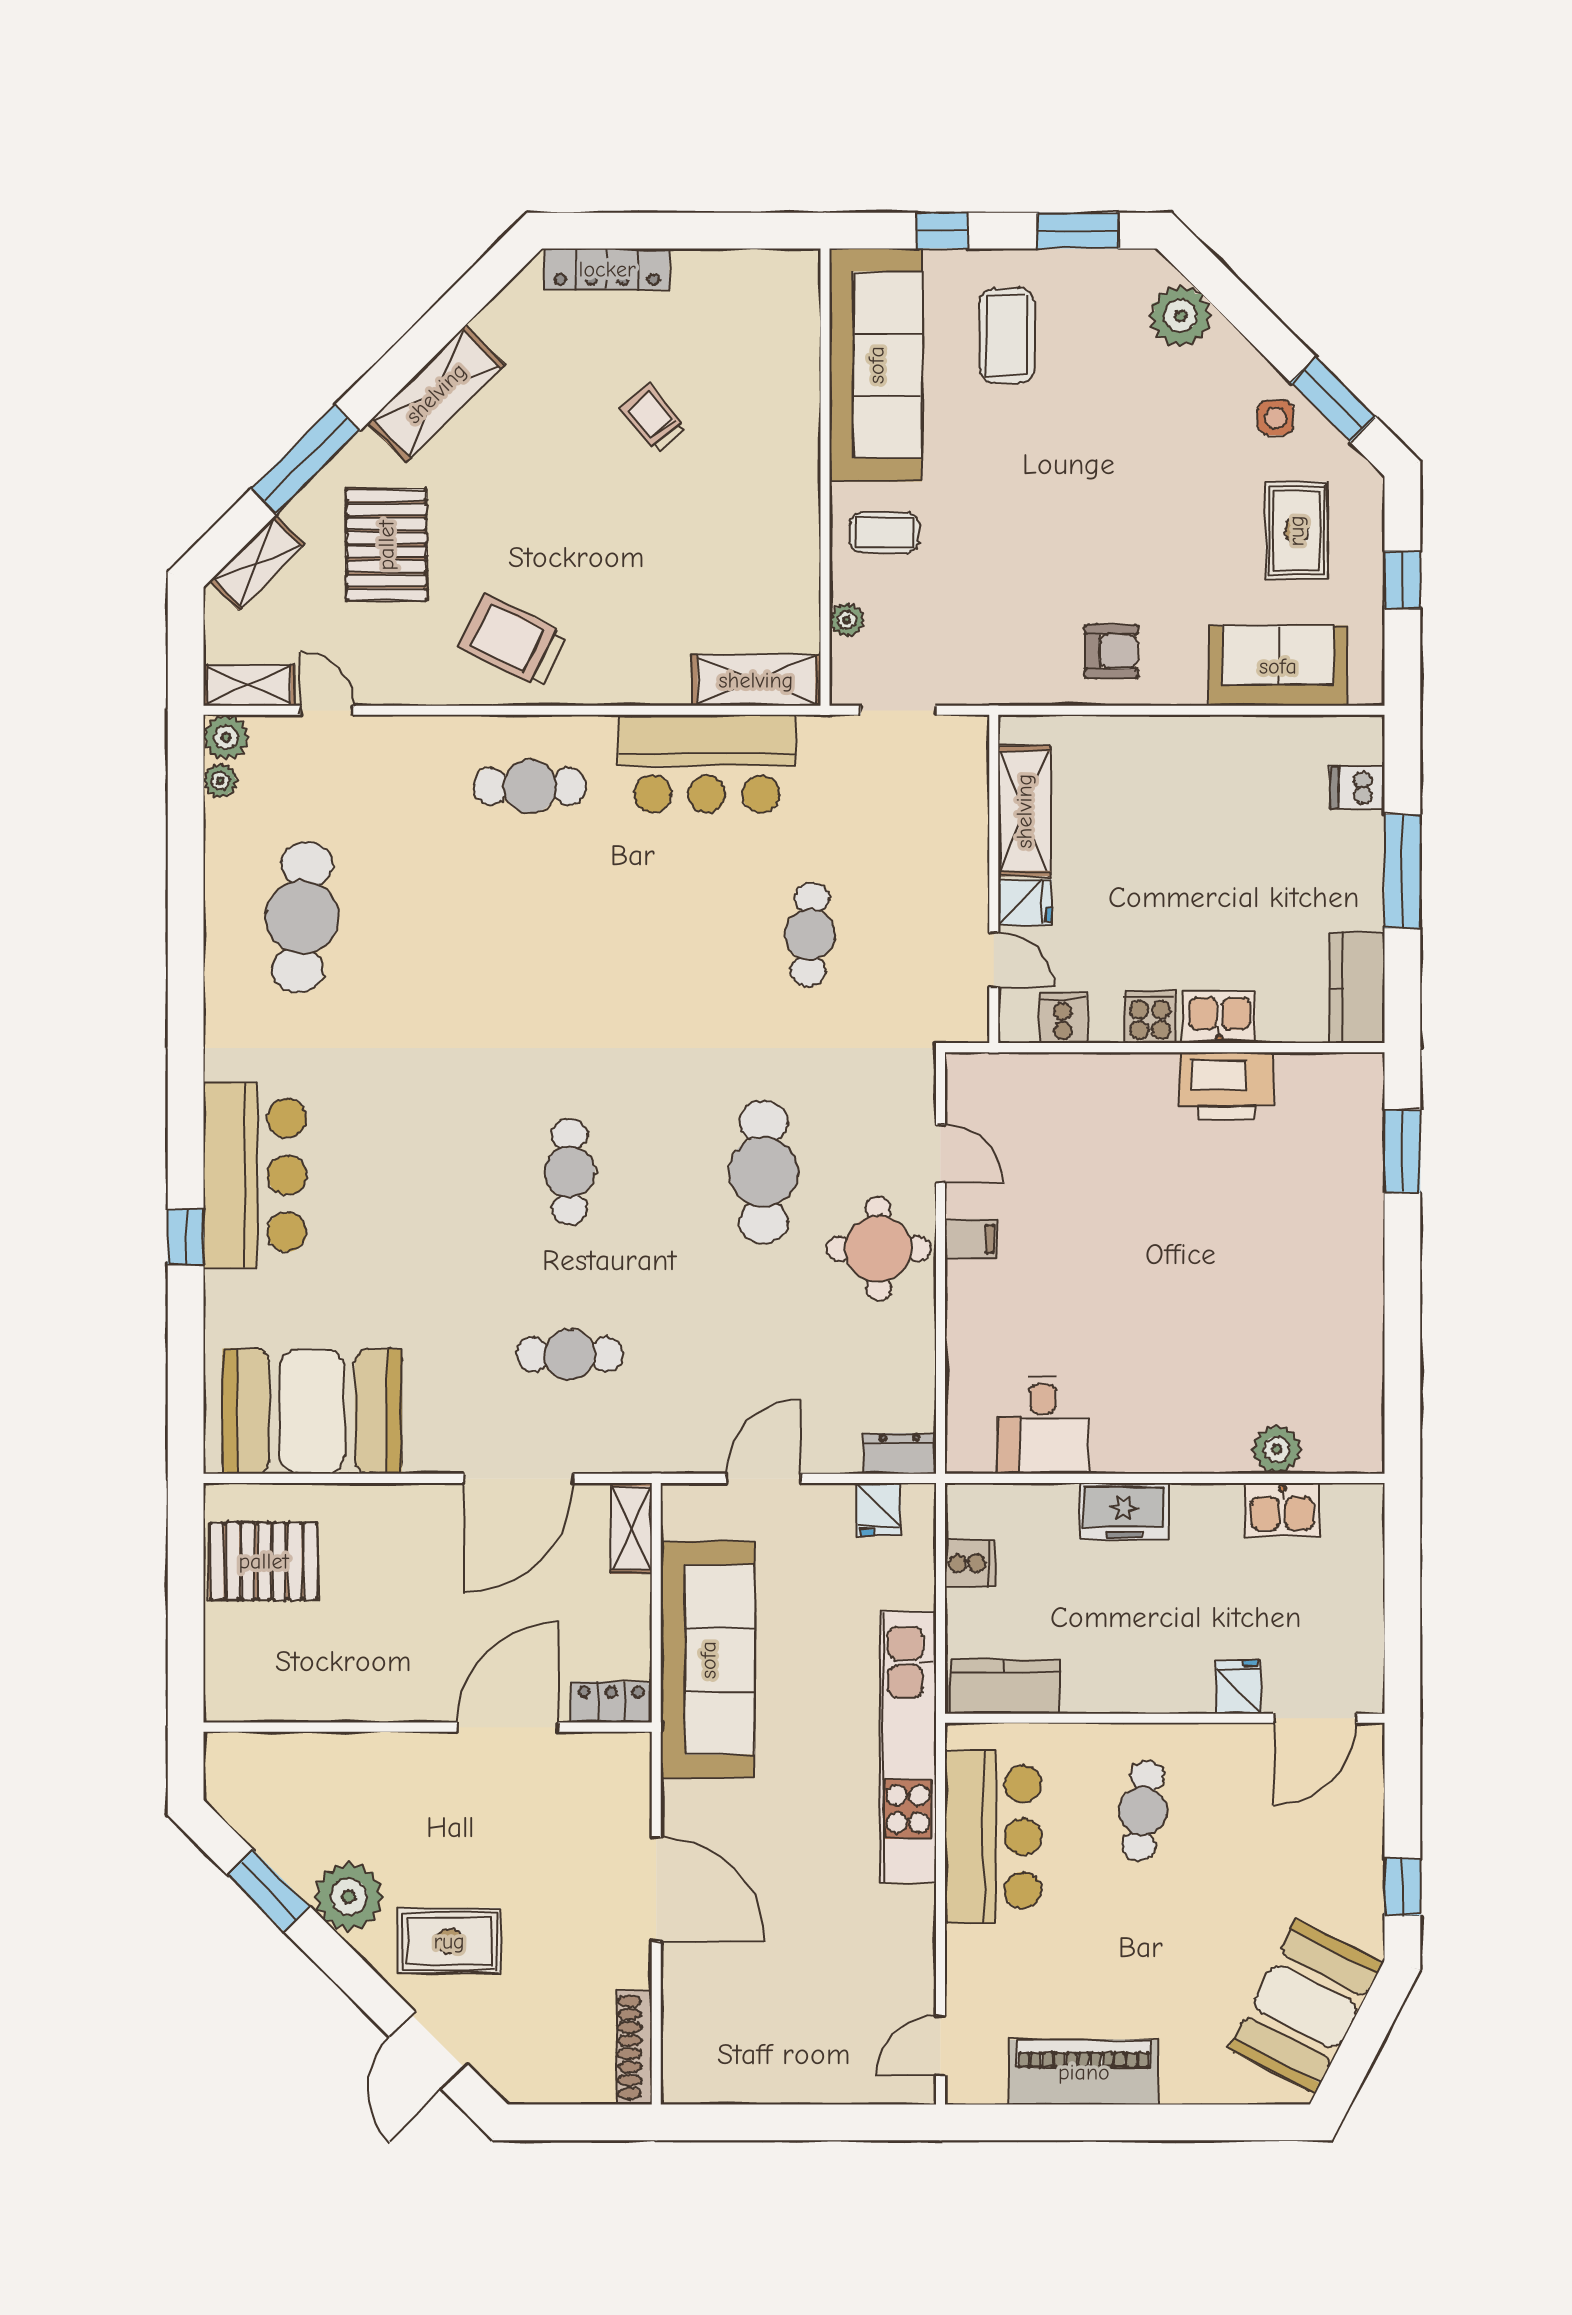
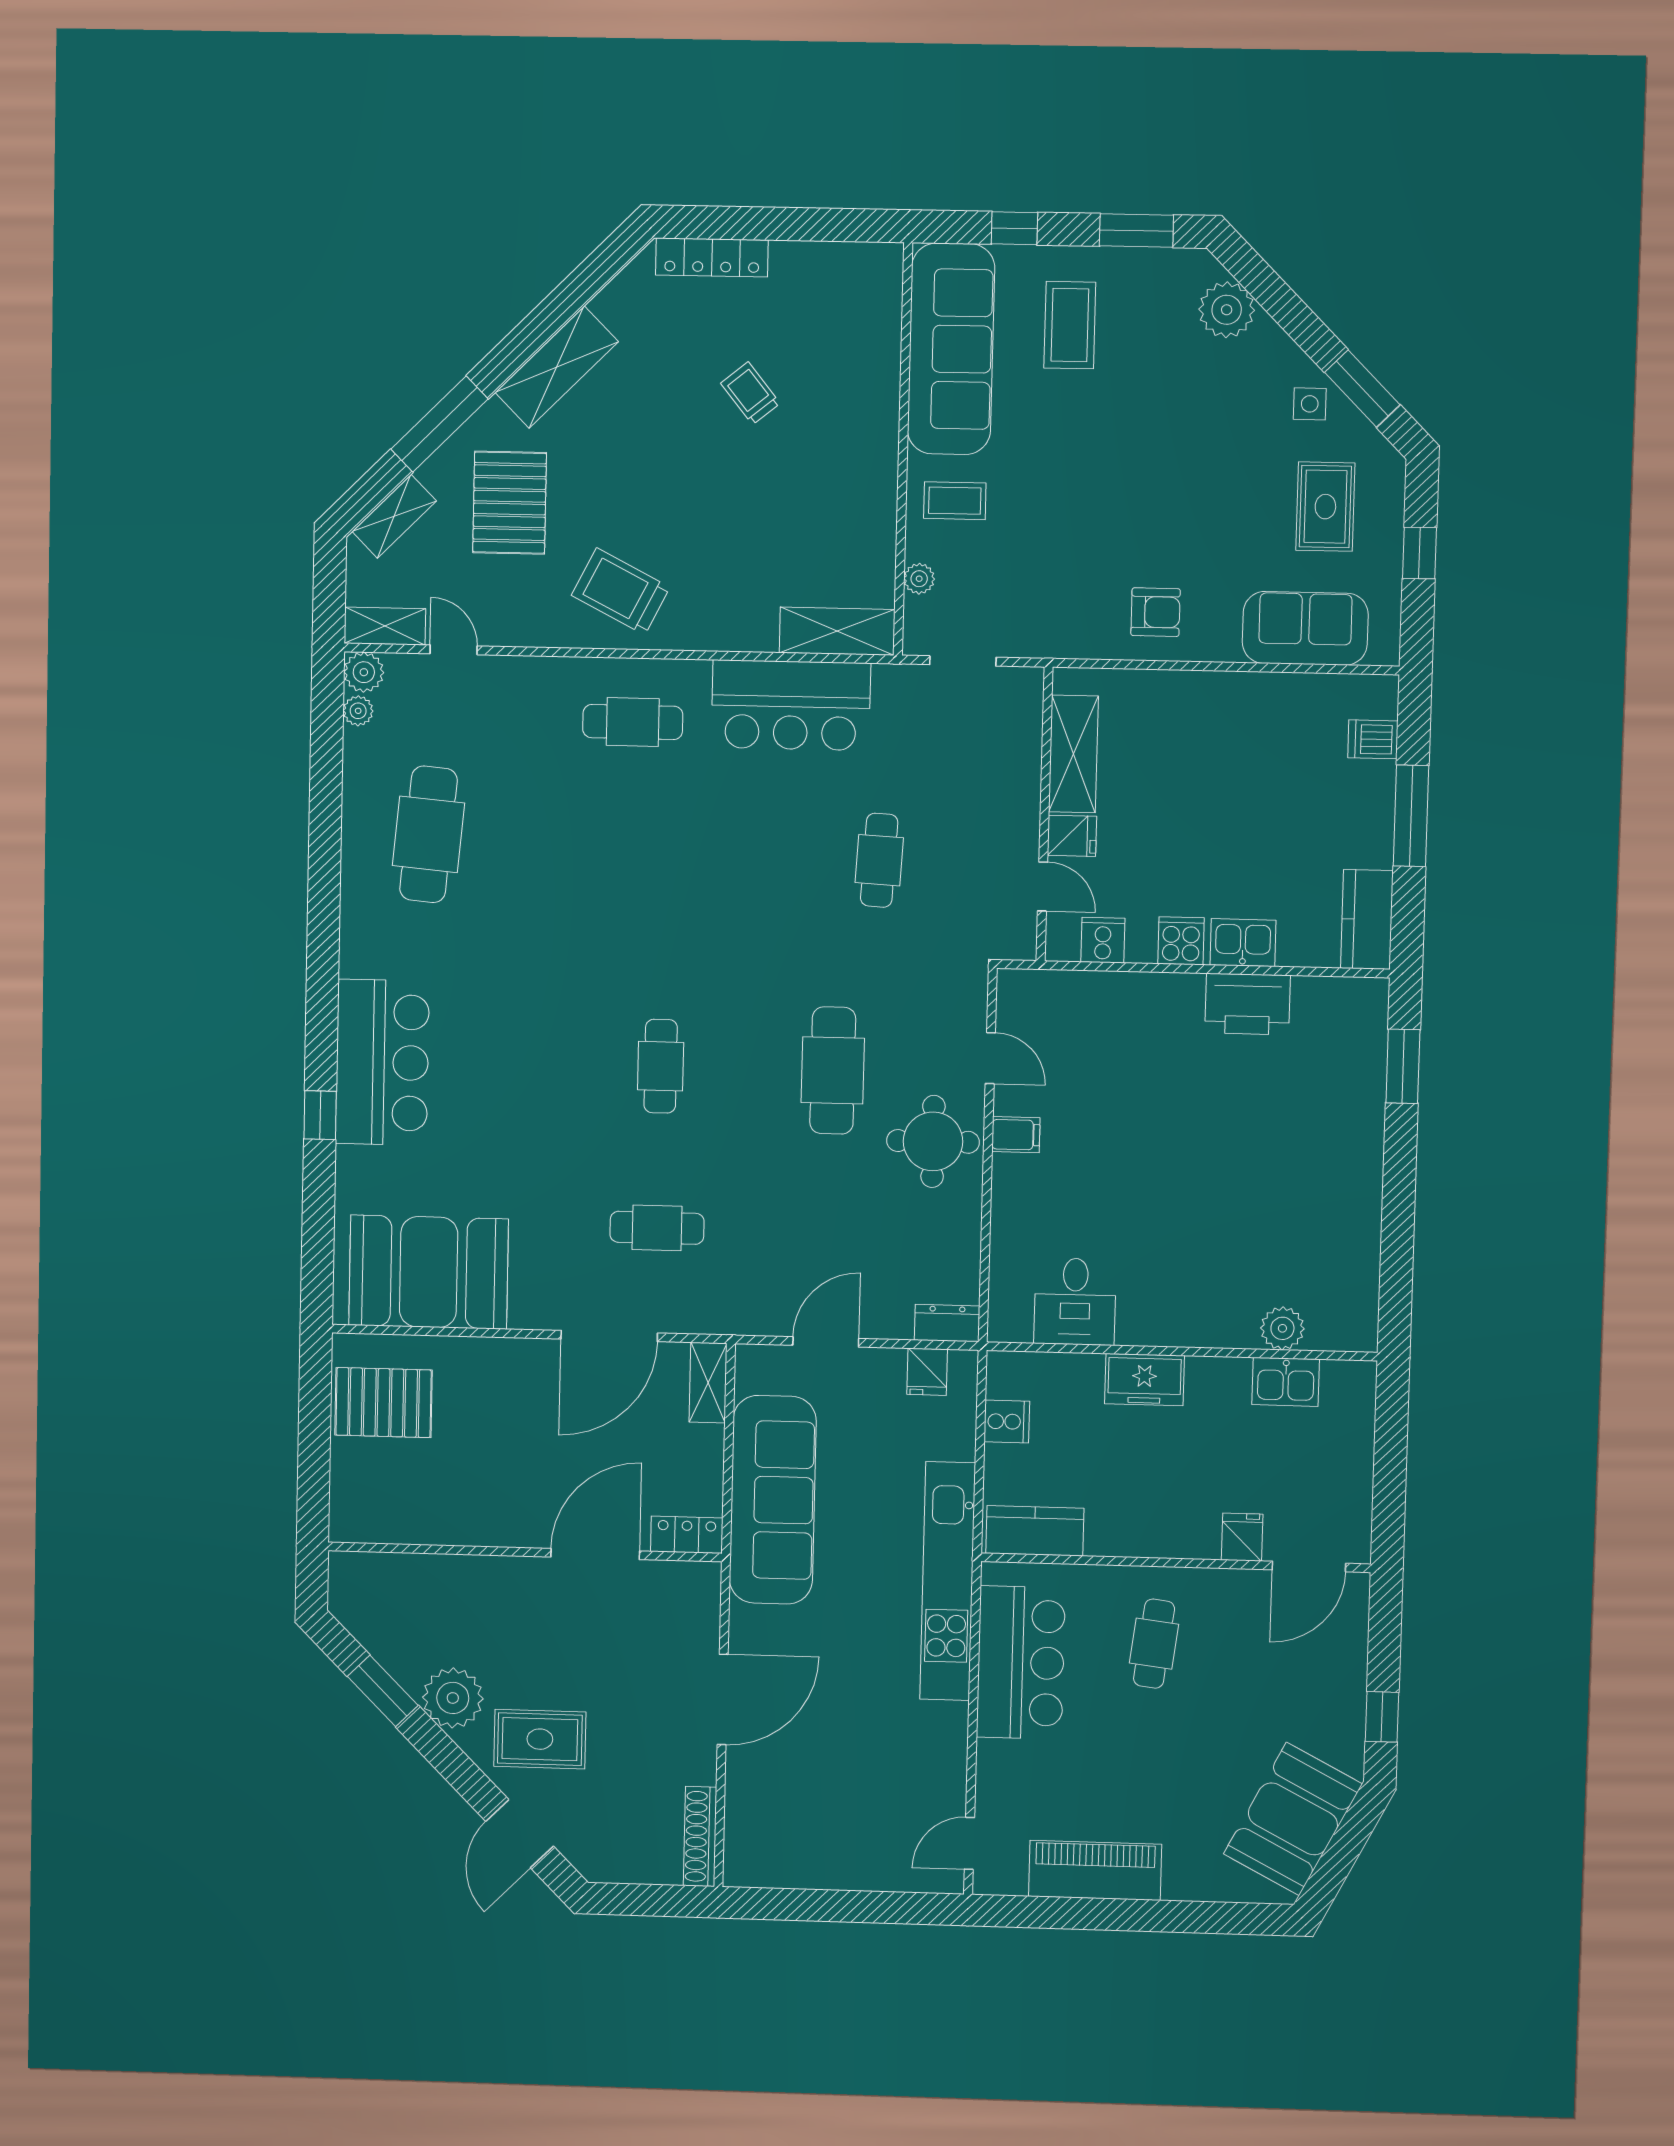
door: (656, 1889) -> (723, 1699), hinge flipped

